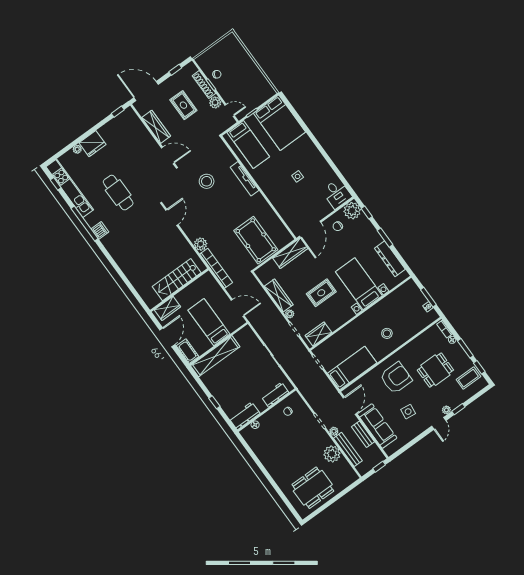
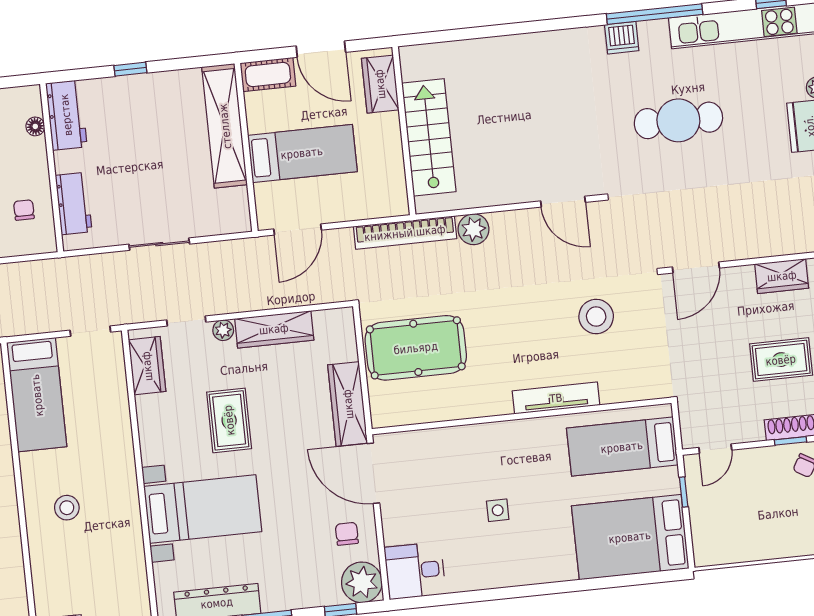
plant: (215, 102) -> (749, 428), removed
wardrobe: (156, 127) -> (782, 276), width x0.67

